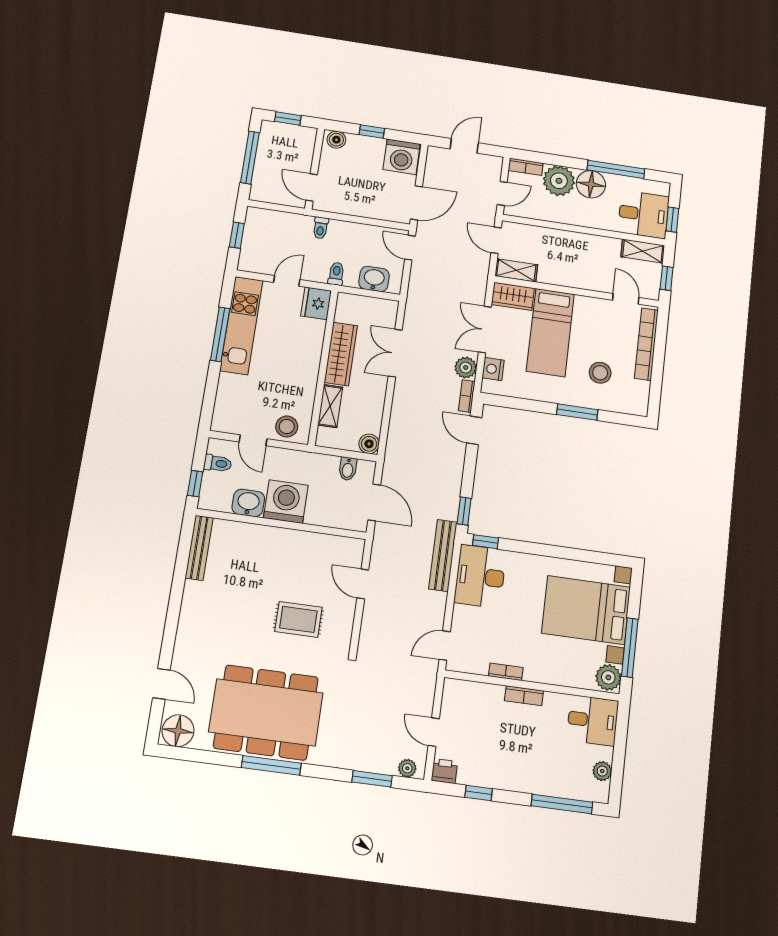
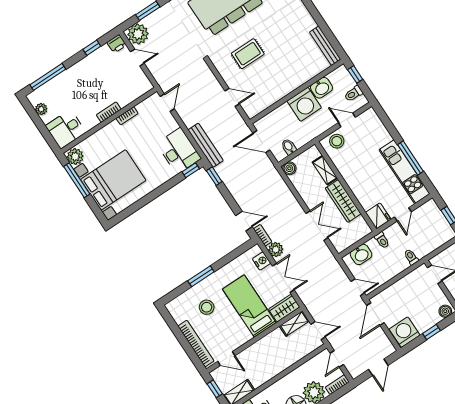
plant: (407, 768) -> (138, 34), width x1.88, depth x1.88

